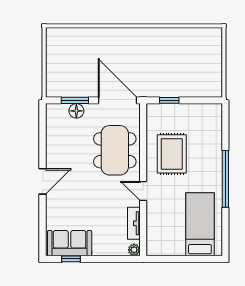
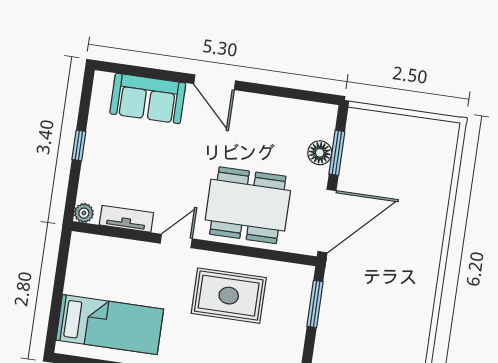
window: (169, 100) -> (315, 304), width x1.50
sofa: (70, 243) -> (148, 98), moved, turned 90
window: (71, 259) -> (79, 145), moved

